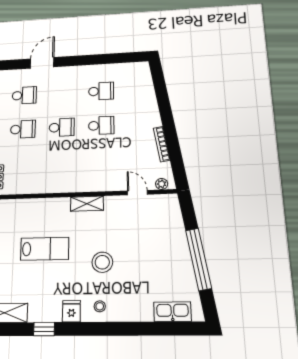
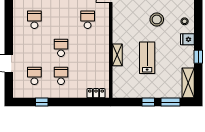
school desk: (101, 125) -> (88, 20), moved
shelving: (87, 204) -> (117, 55), moved

